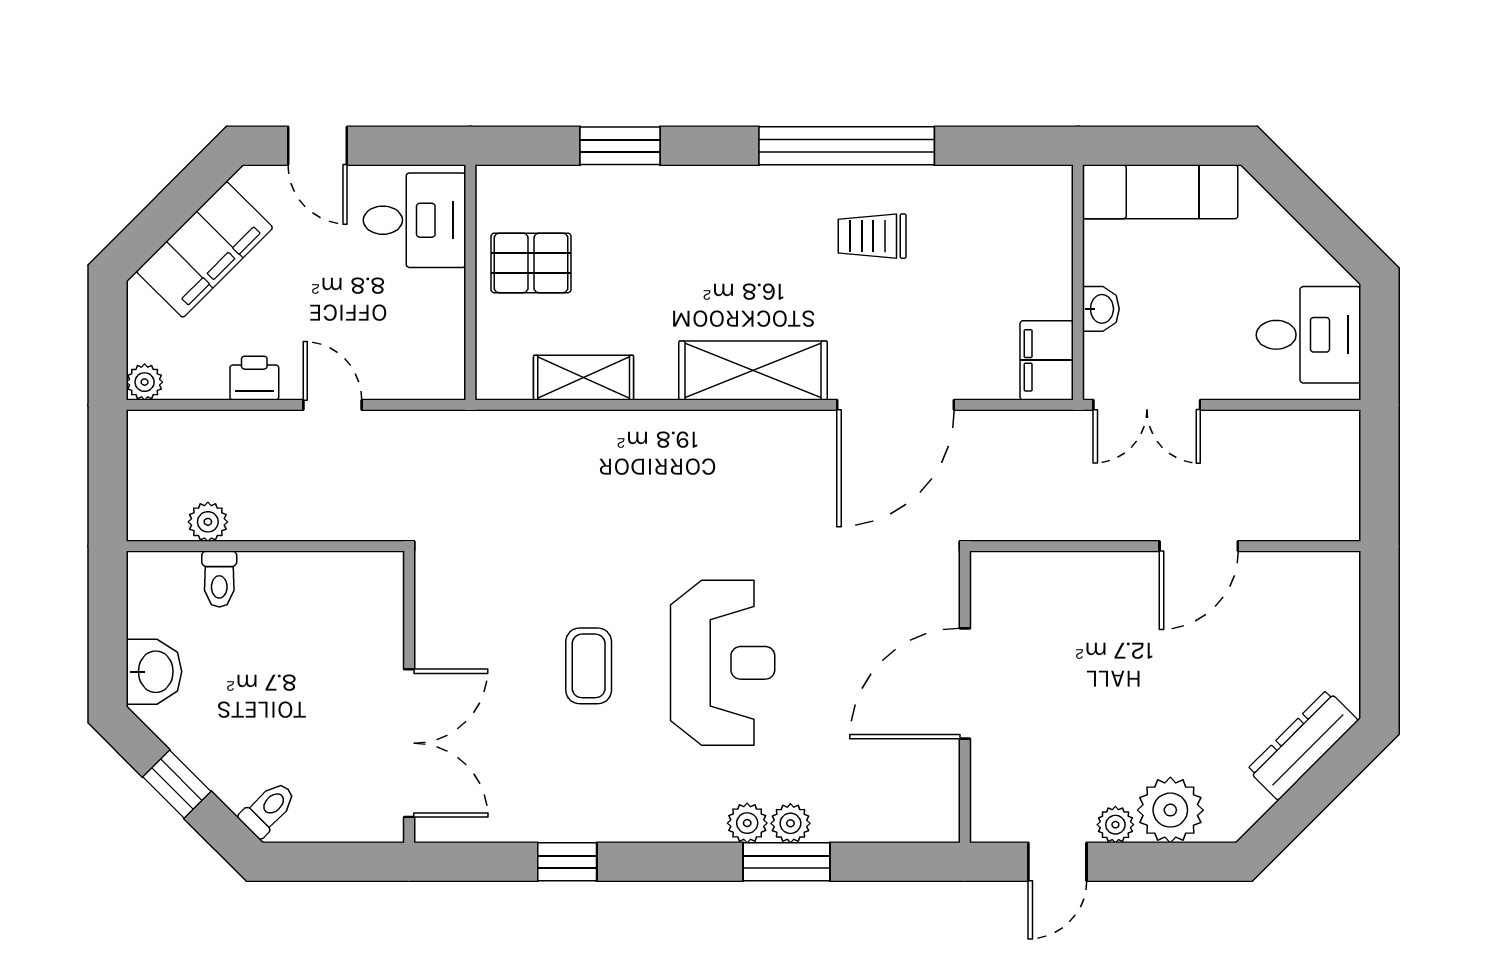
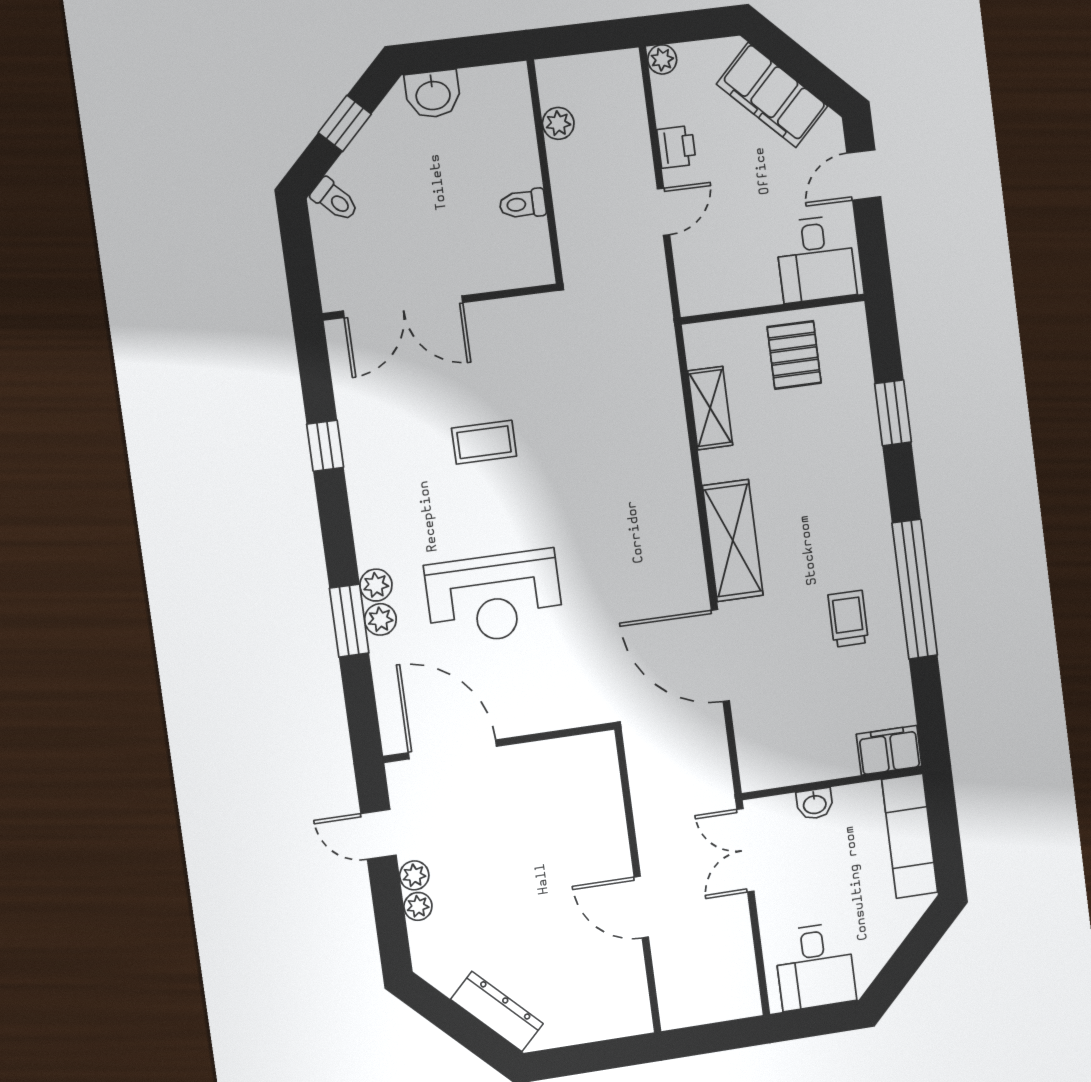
filing cabinet: (1047, 360) -> (889, 750), moved
toilet: (219, 579) -> (523, 204), moved
reception desk: (723, 663) -> (494, 597), moved
door: (965, 684) -> (452, 749), moved
plant: (1170, 810) -> (418, 906), width x0.53, depth x0.53

